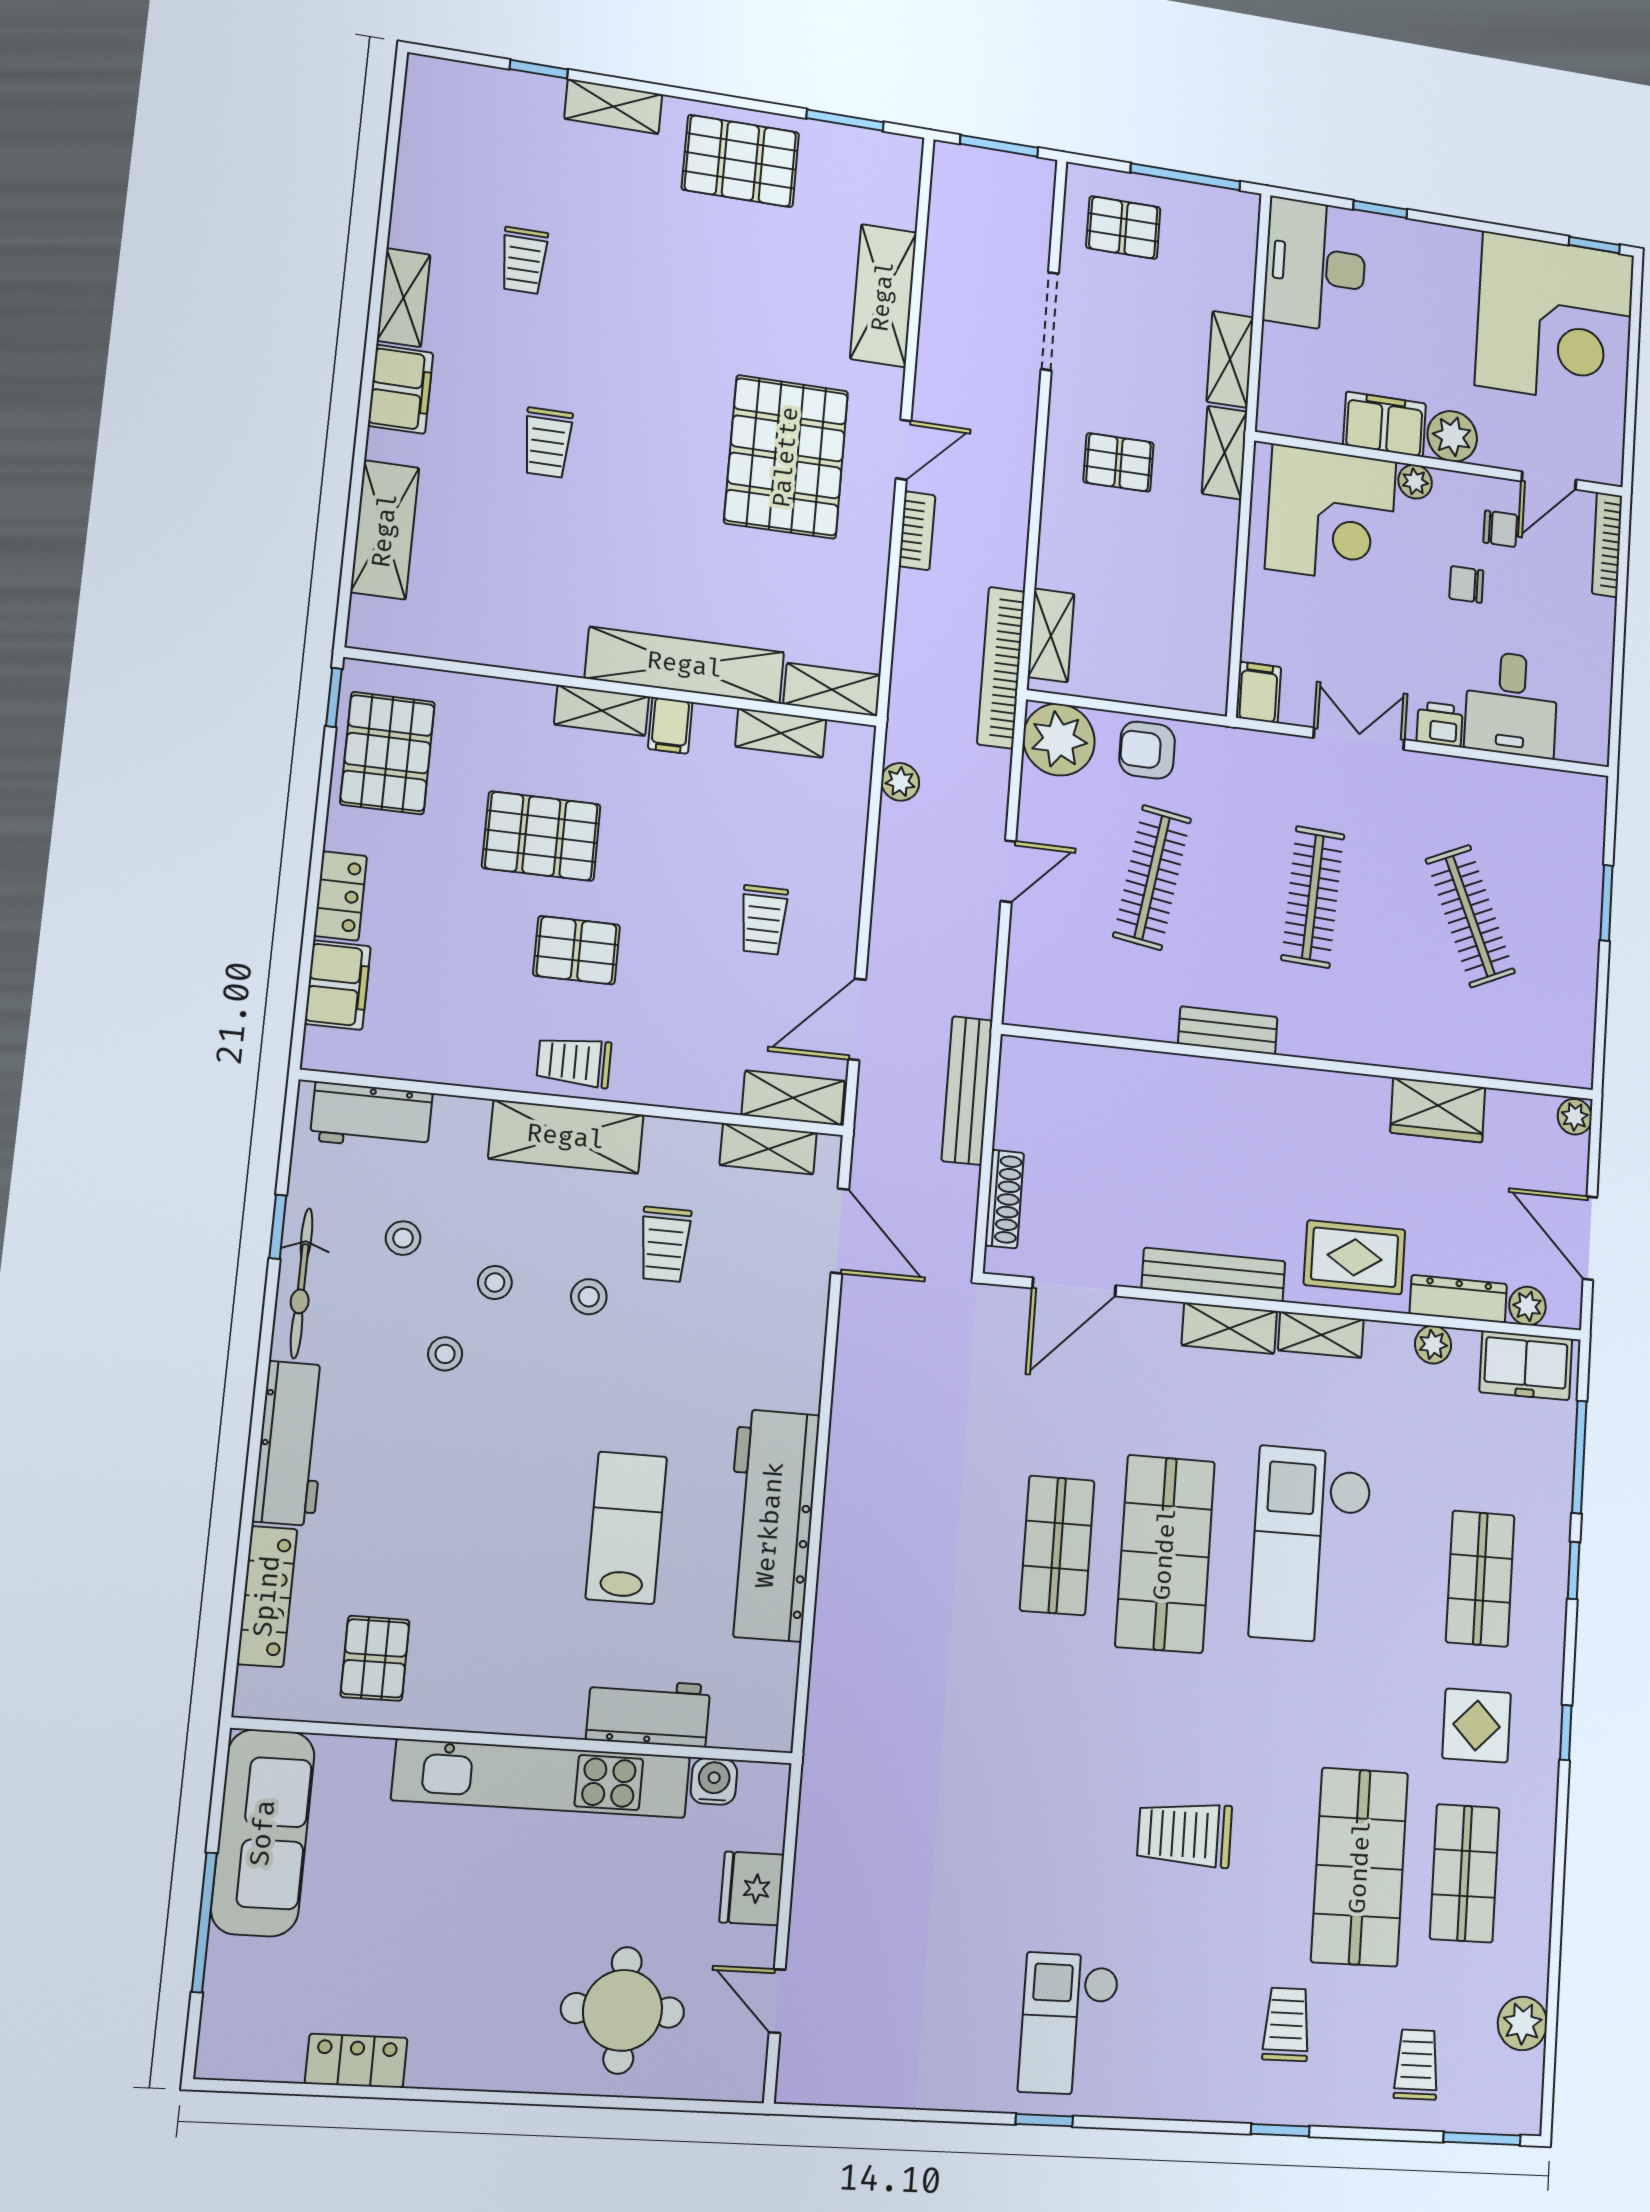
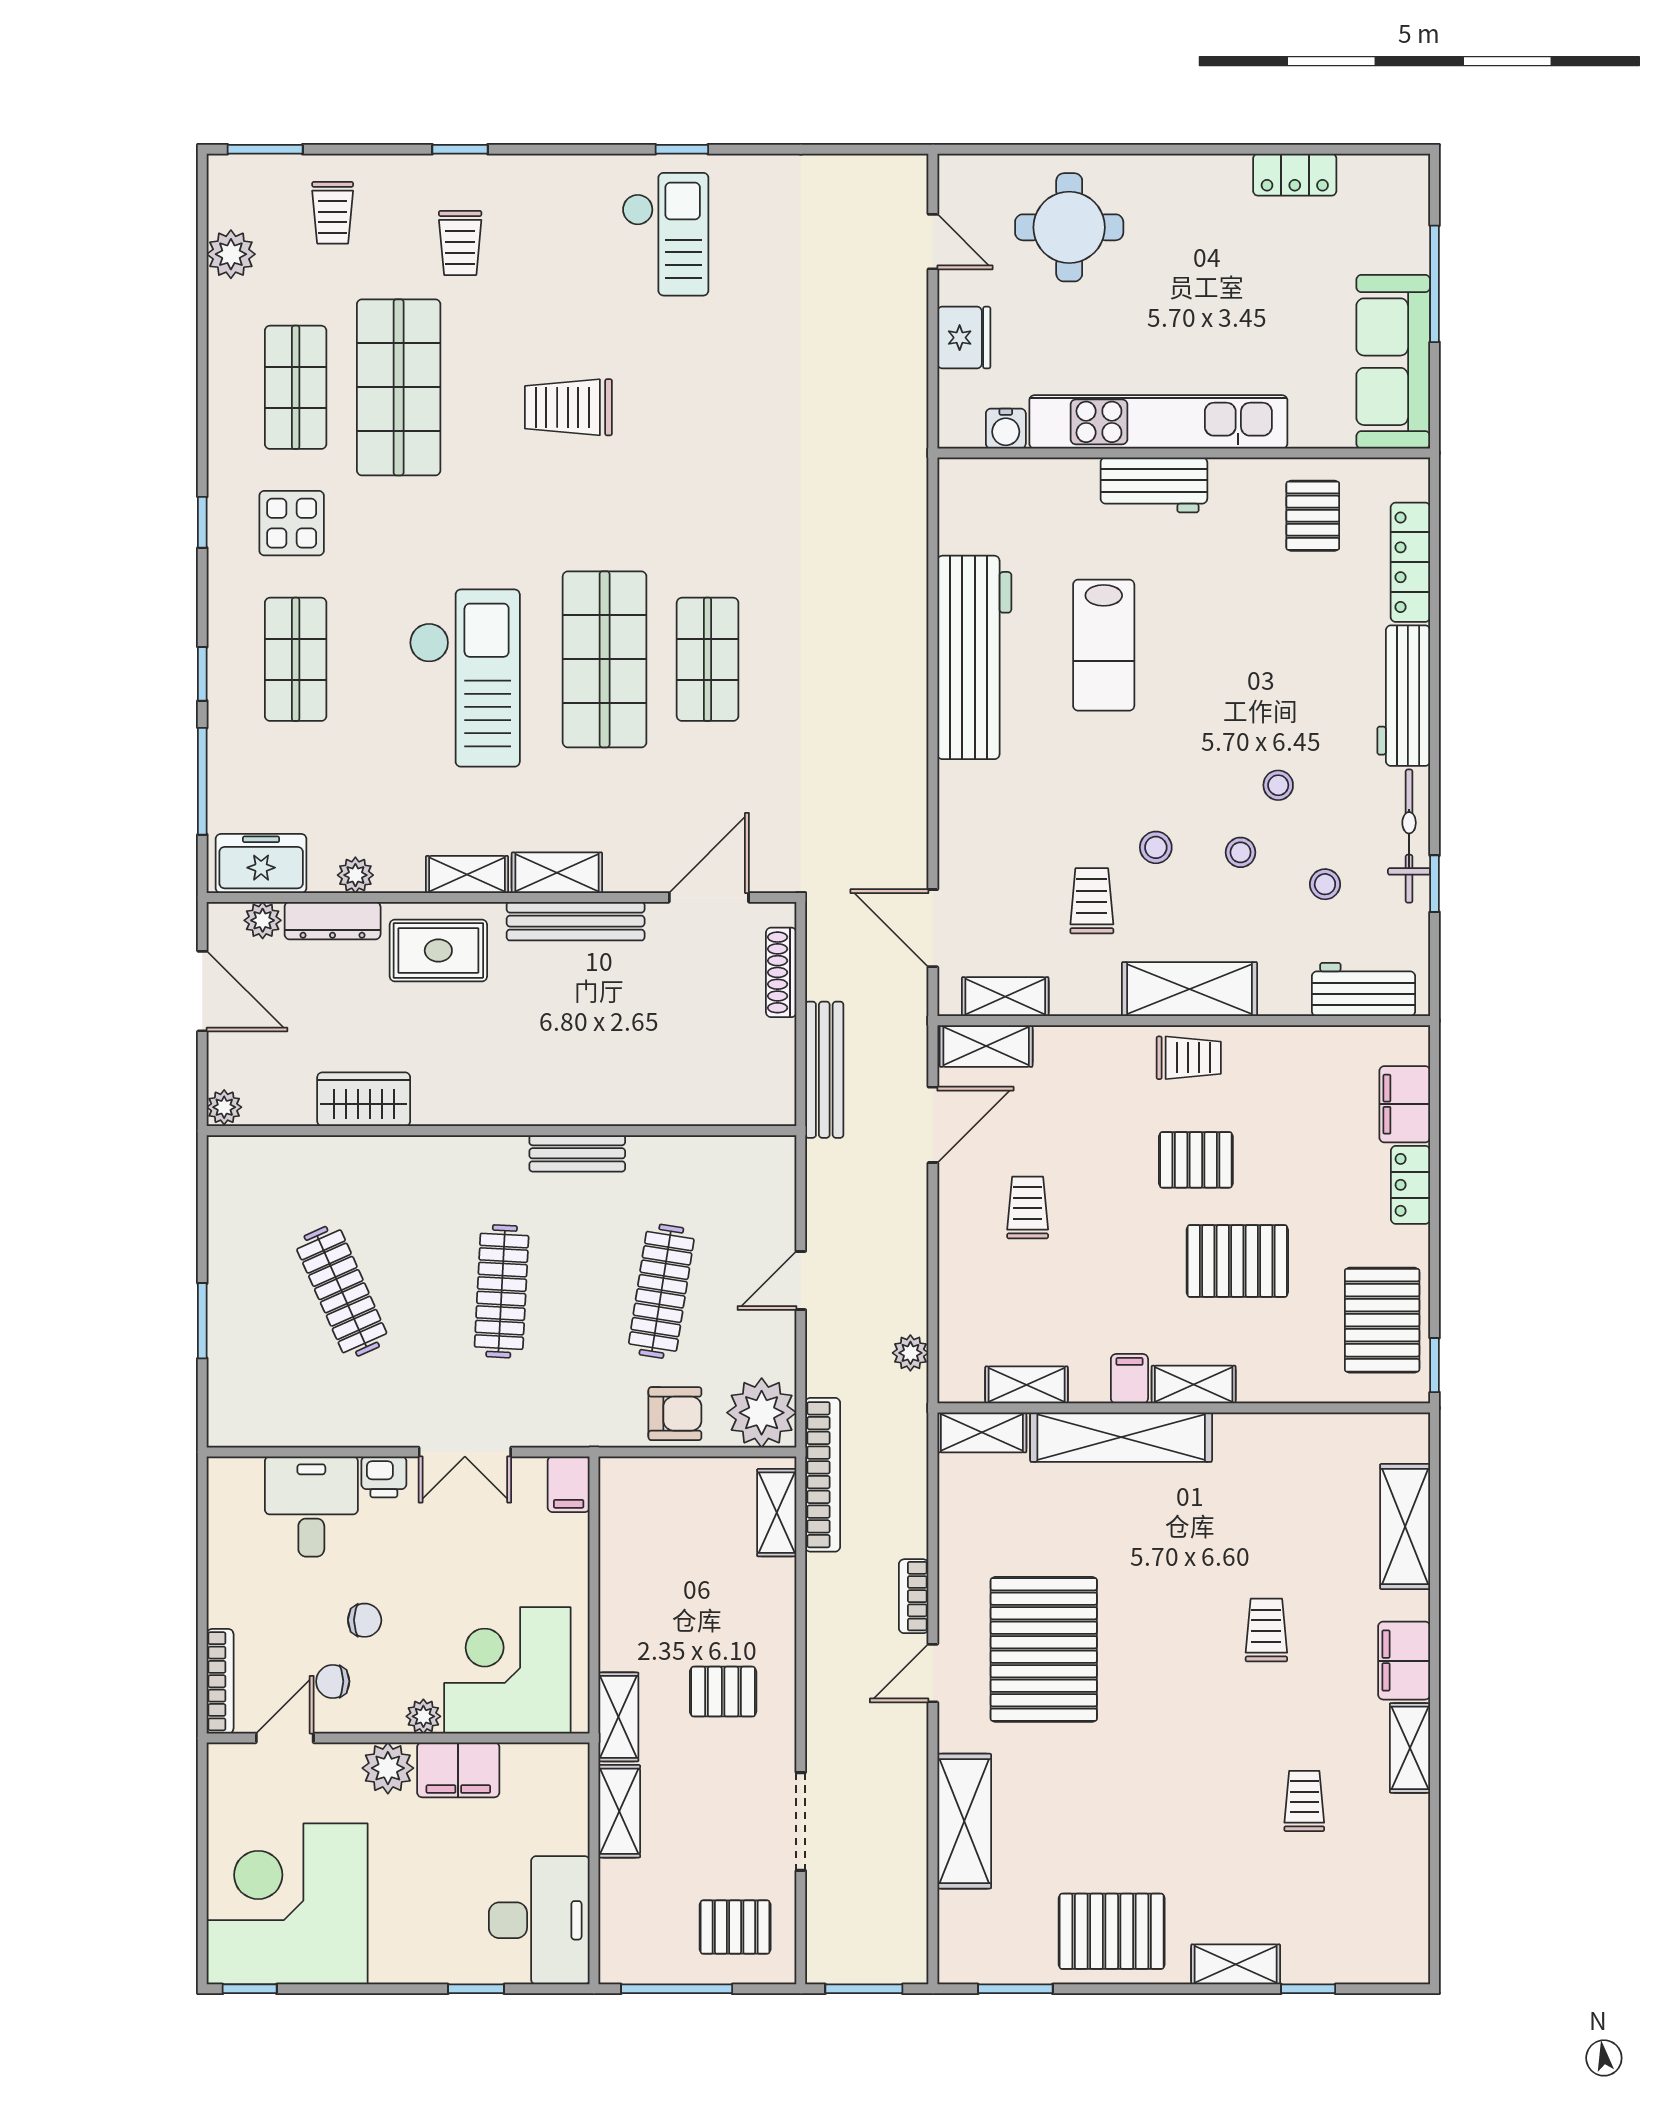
workbench: (648, 1712) -> (1154, 485), moved
trolley: (1185, 1834) -> (568, 407), turned 180

